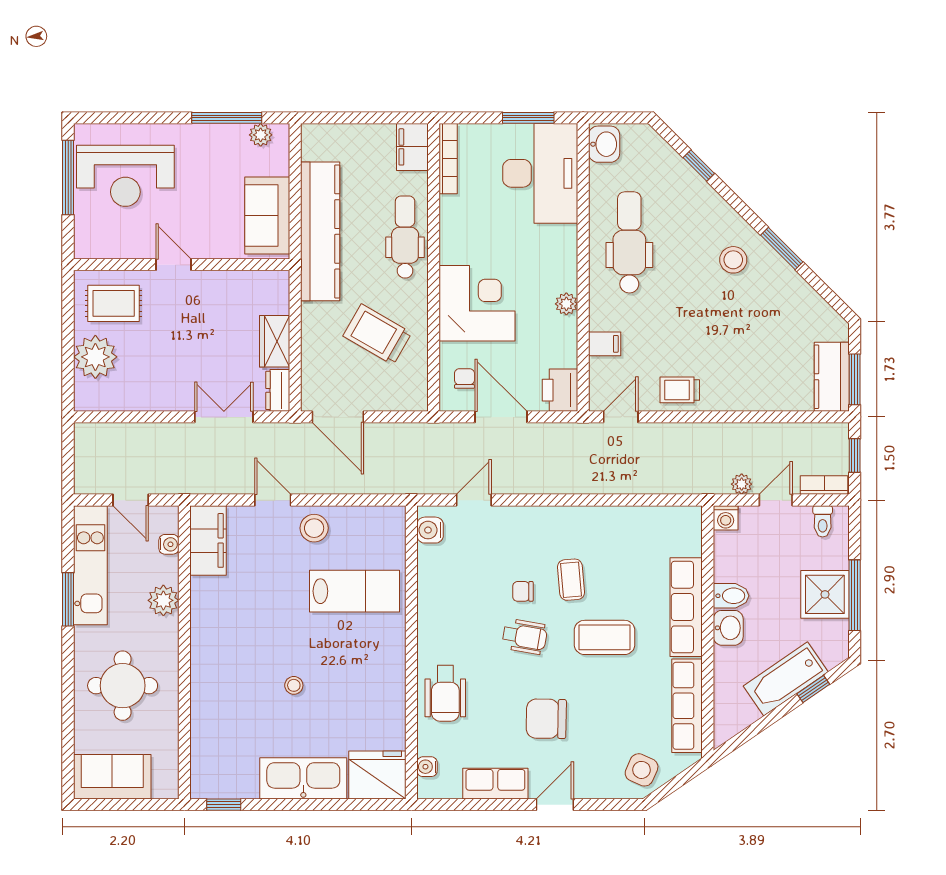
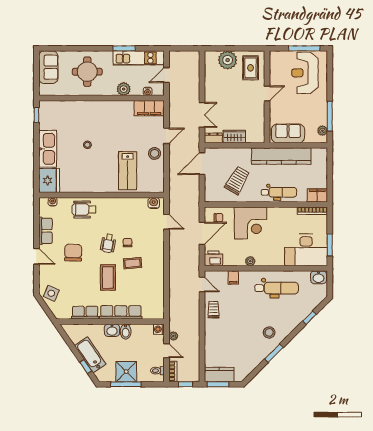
row of seats: (687, 706) -> (85, 313), width x0.68

